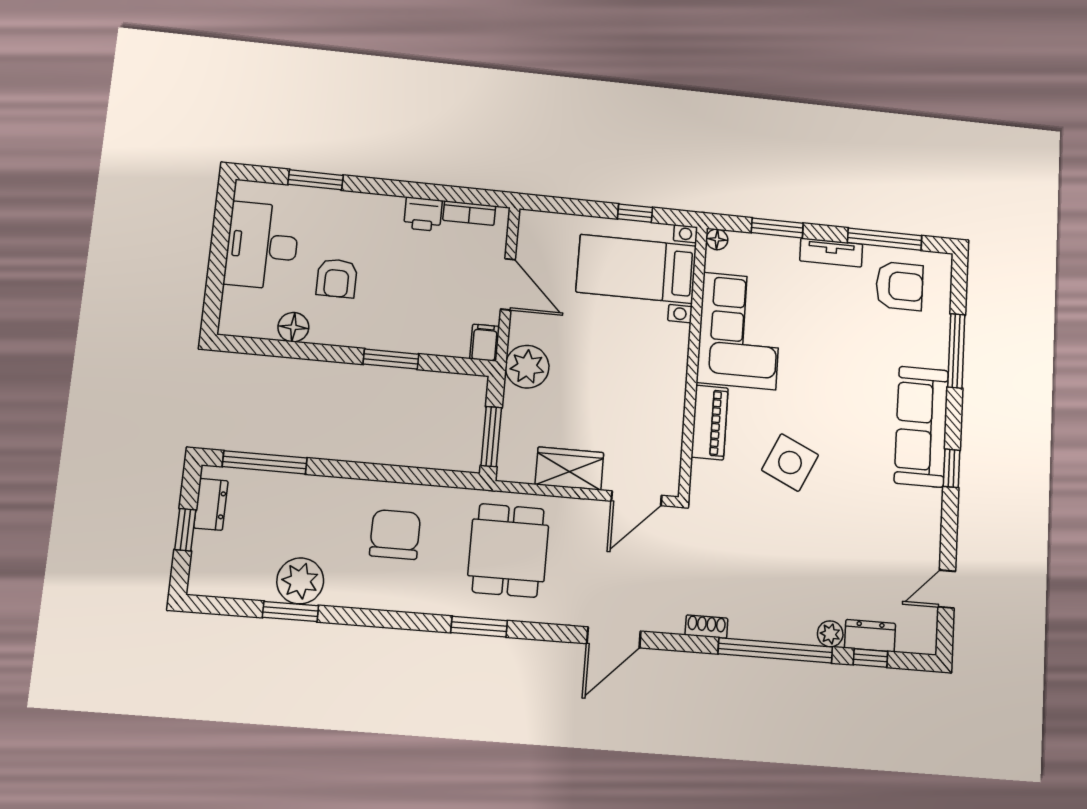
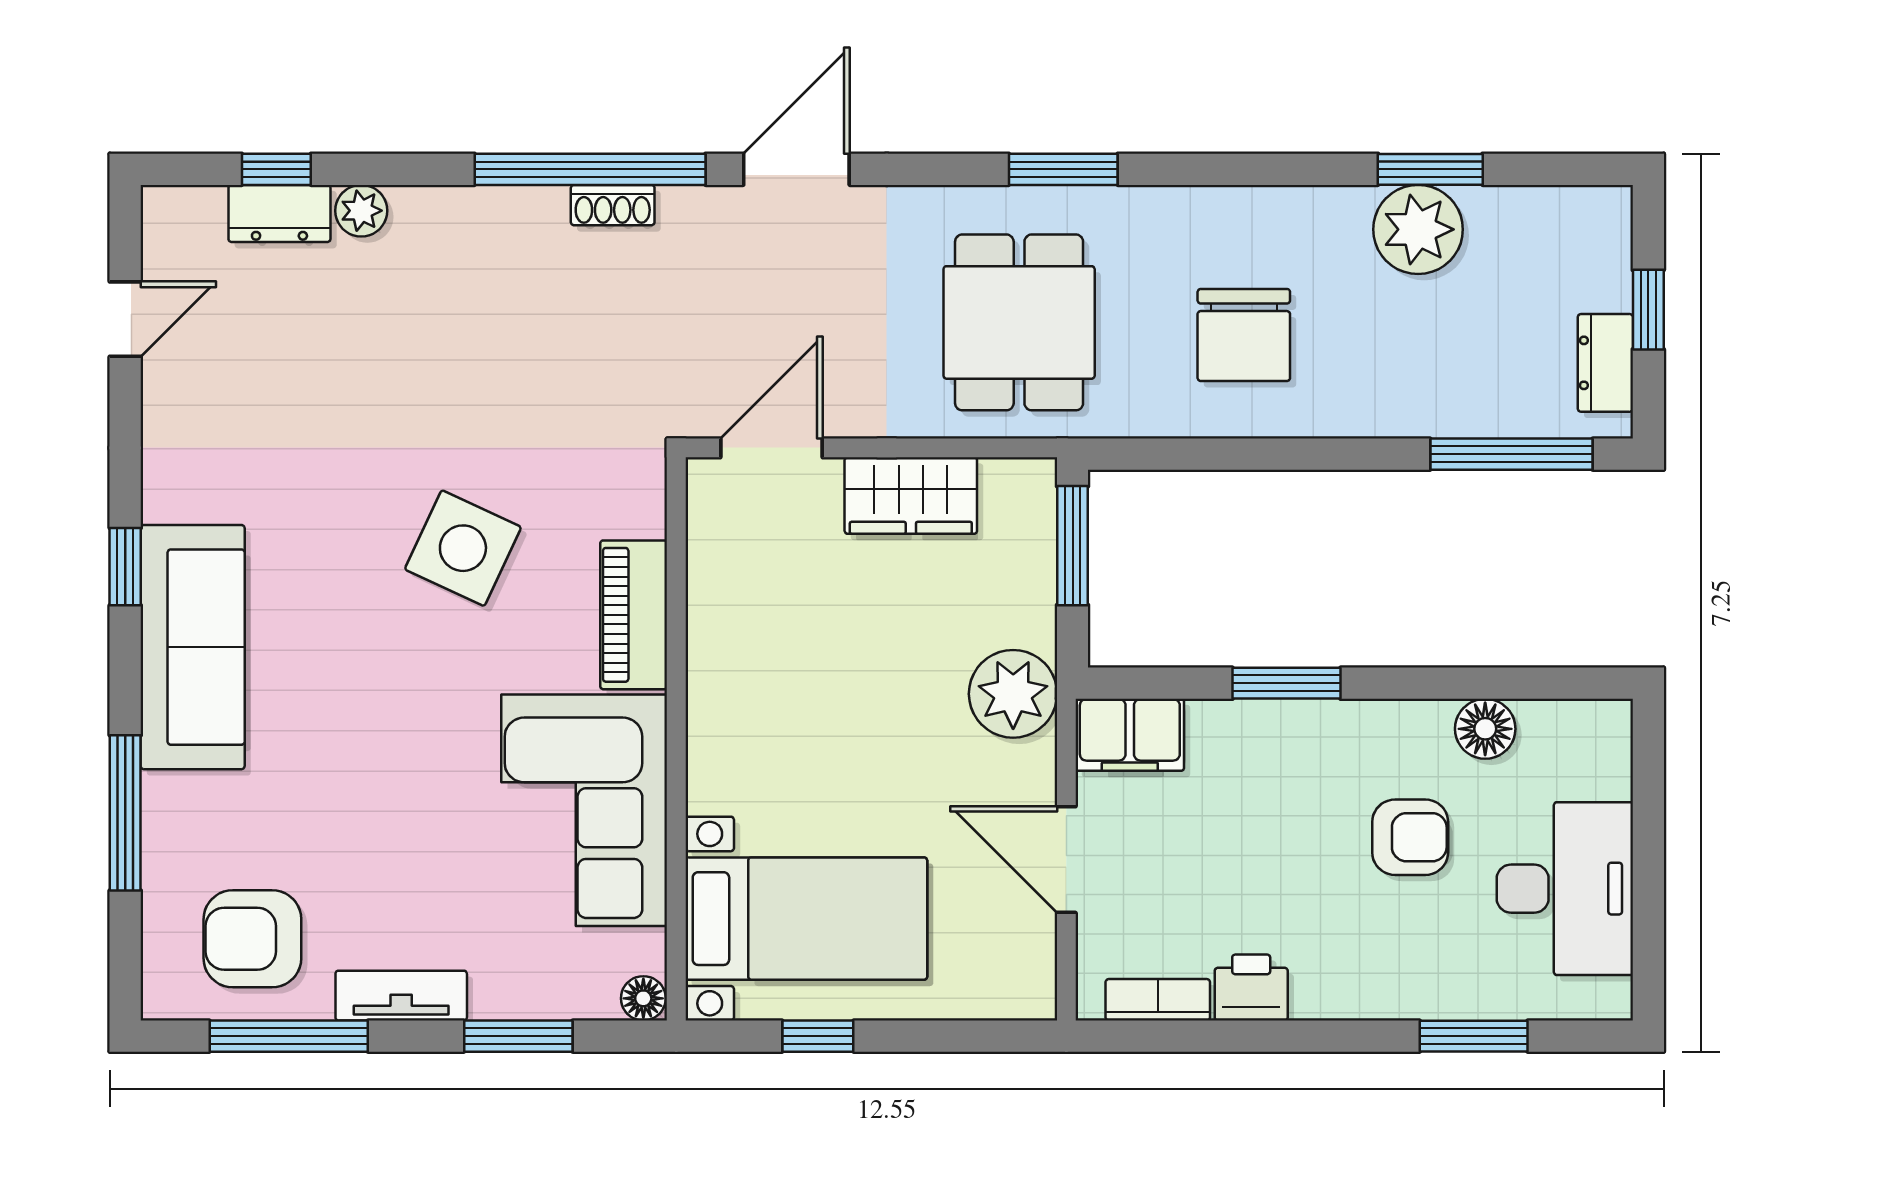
armchair: (337, 278) -> (1410, 837), turned 90
filing cabinet: (485, 343) -> (1130, 735), width x2.00
window: (775, 650) -> (590, 169), moved

